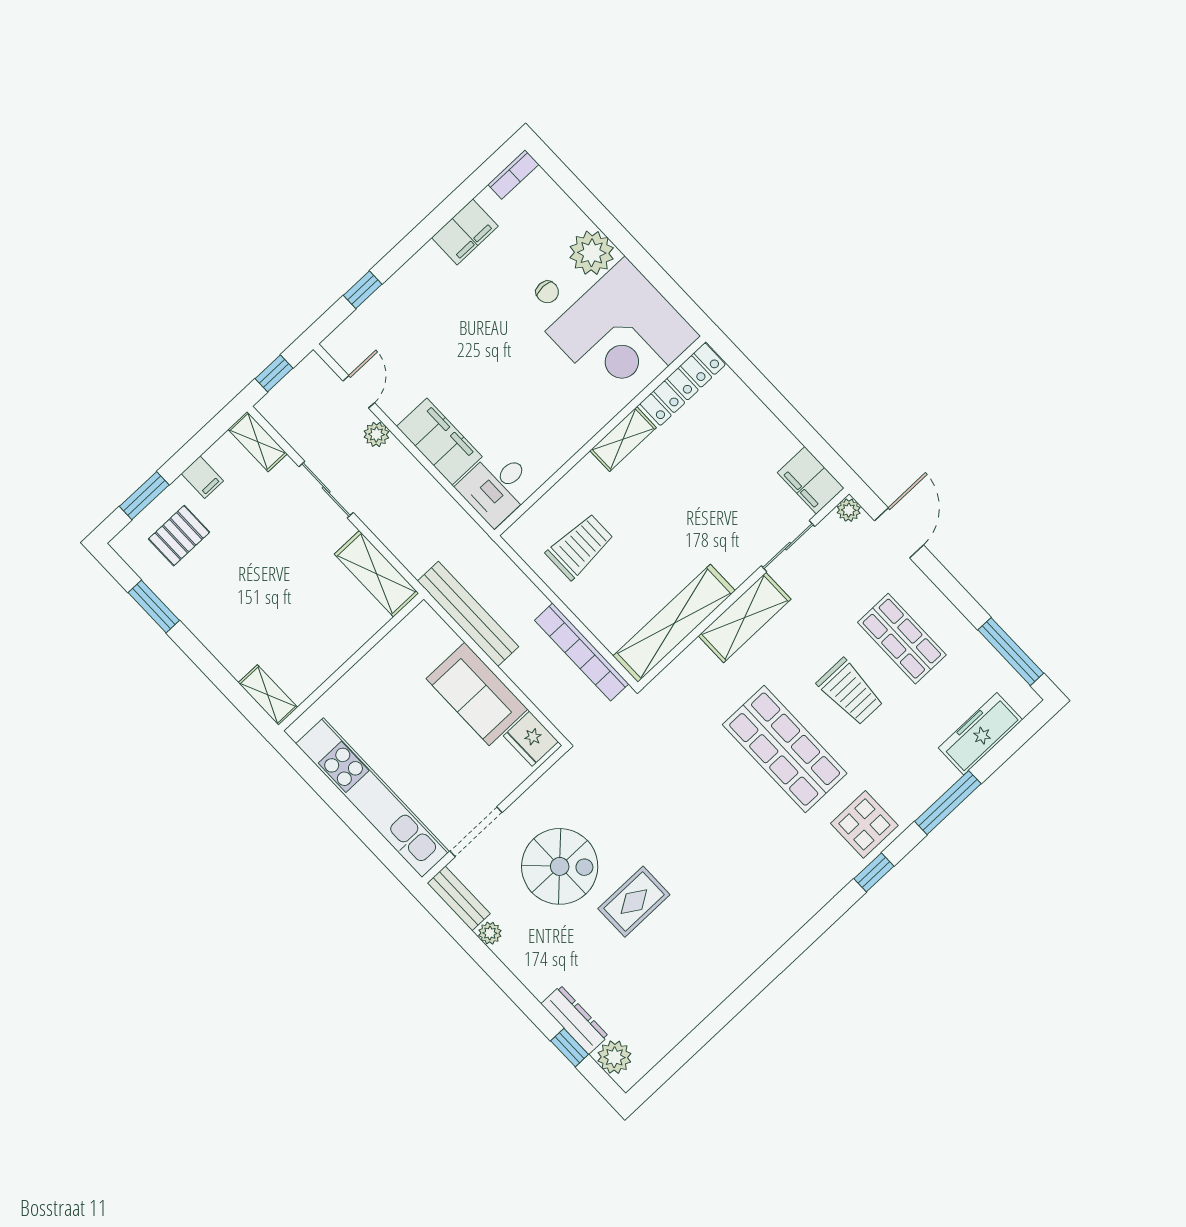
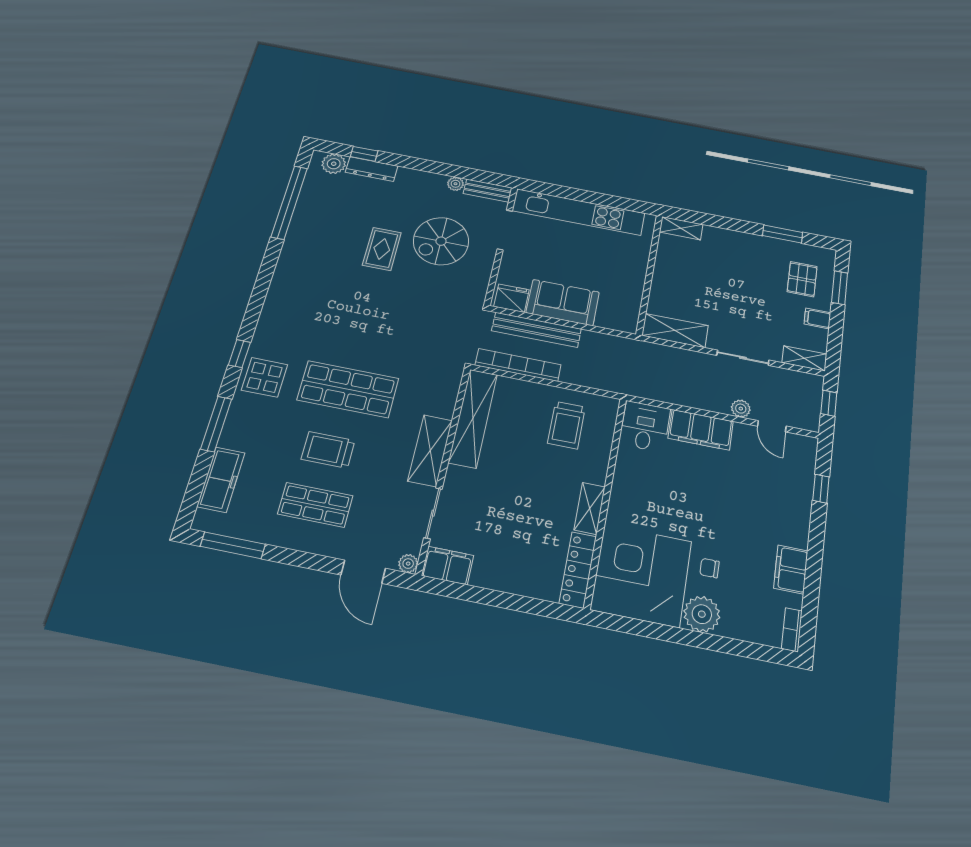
bench: (468, 614) -> (536, 330), moved
window: (700, 1037) -> (289, 202), added

